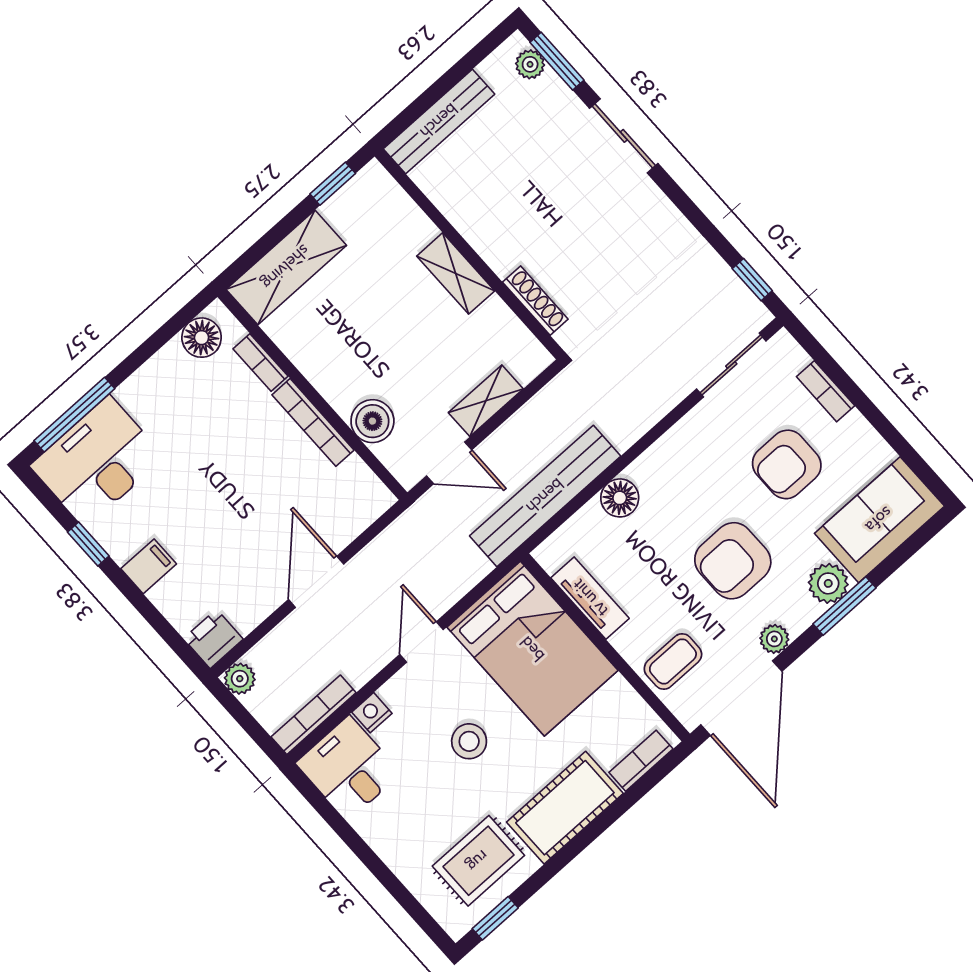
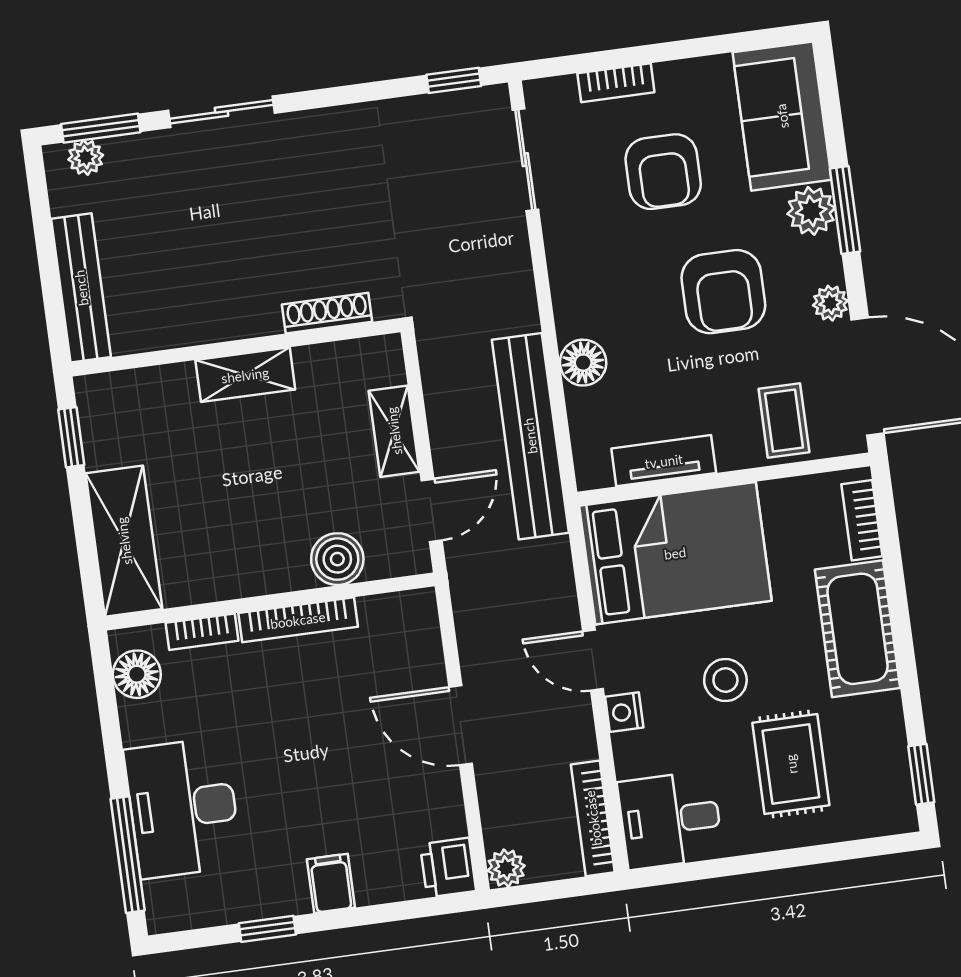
desk: (97, 461) -> (183, 808), moved
nightstand: (372, 713) -> (624, 712), moved
rug: (478, 861) -> (791, 764), moved

